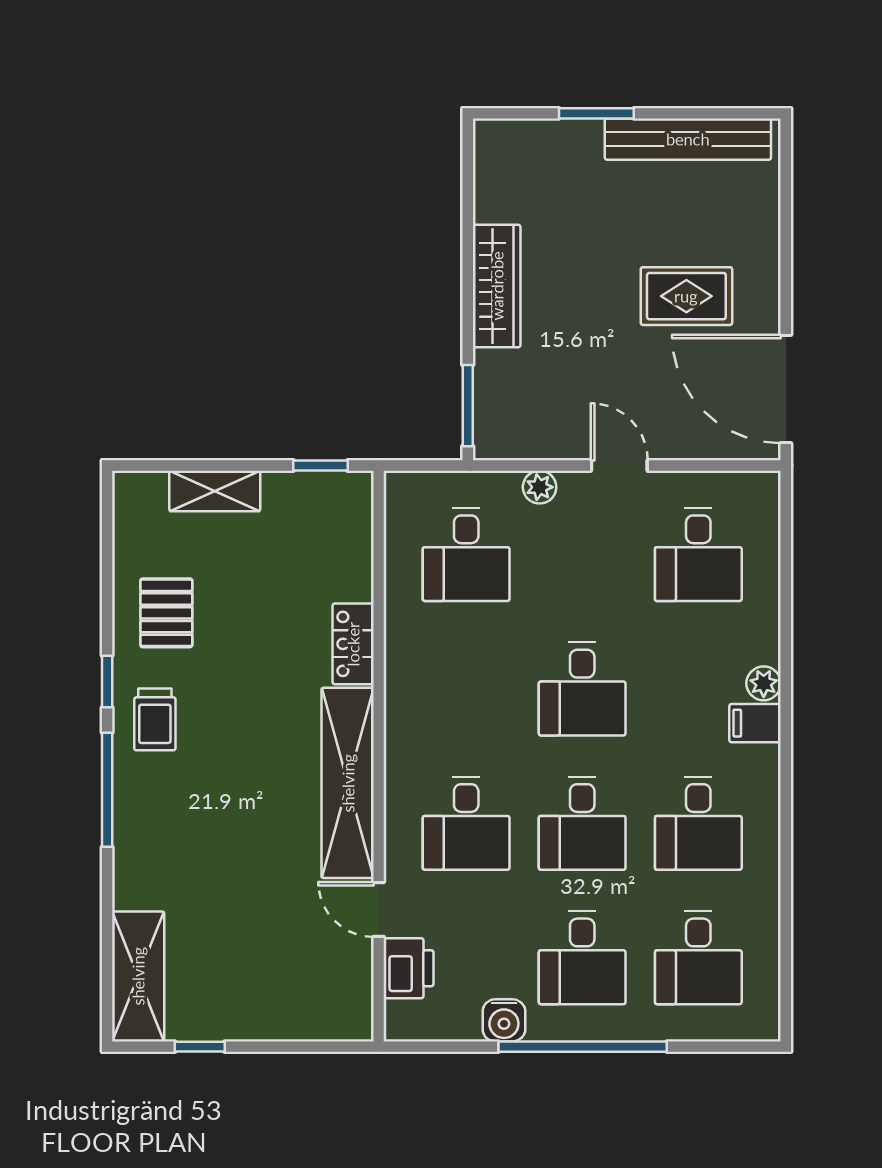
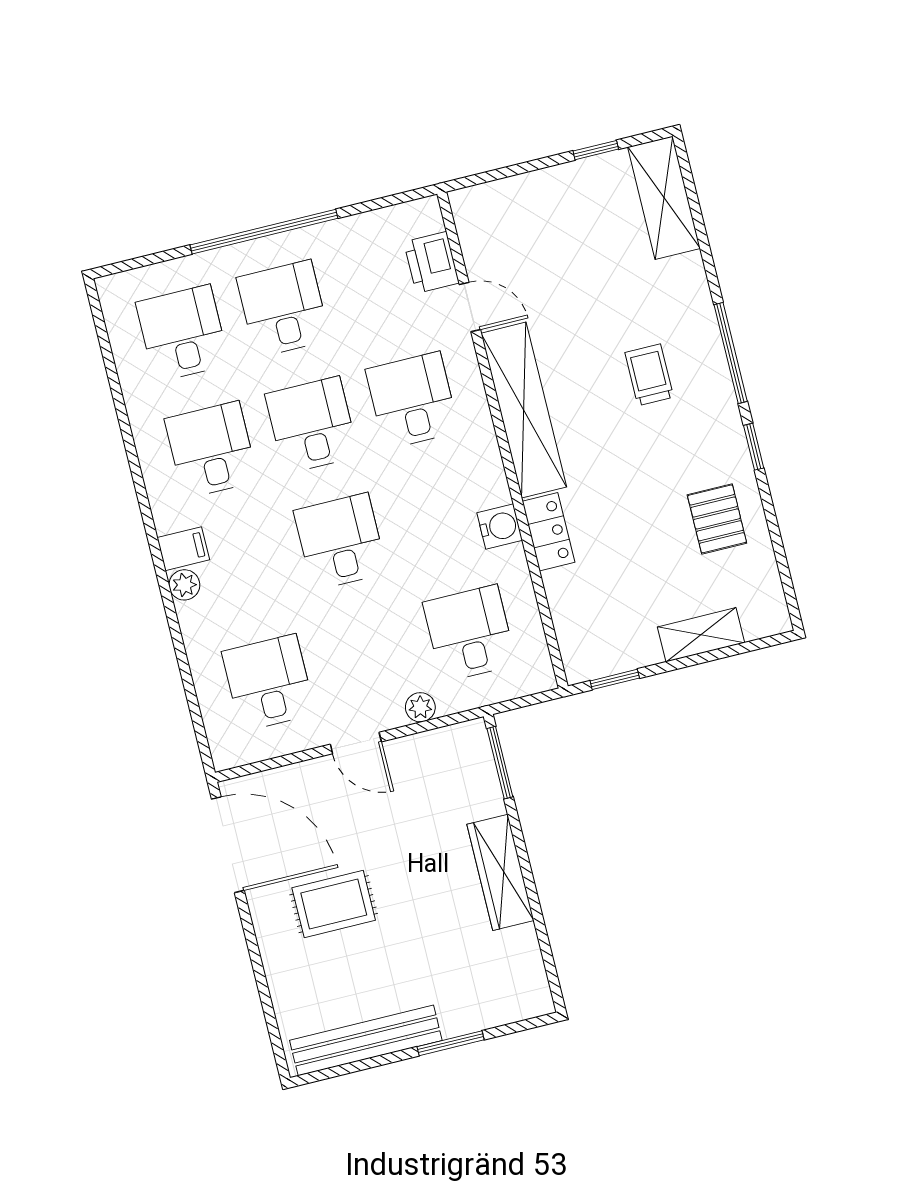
trolley: (155, 719) -> (649, 375), moved
water cooler: (504, 1020) -> (500, 527), moved, turned 90

